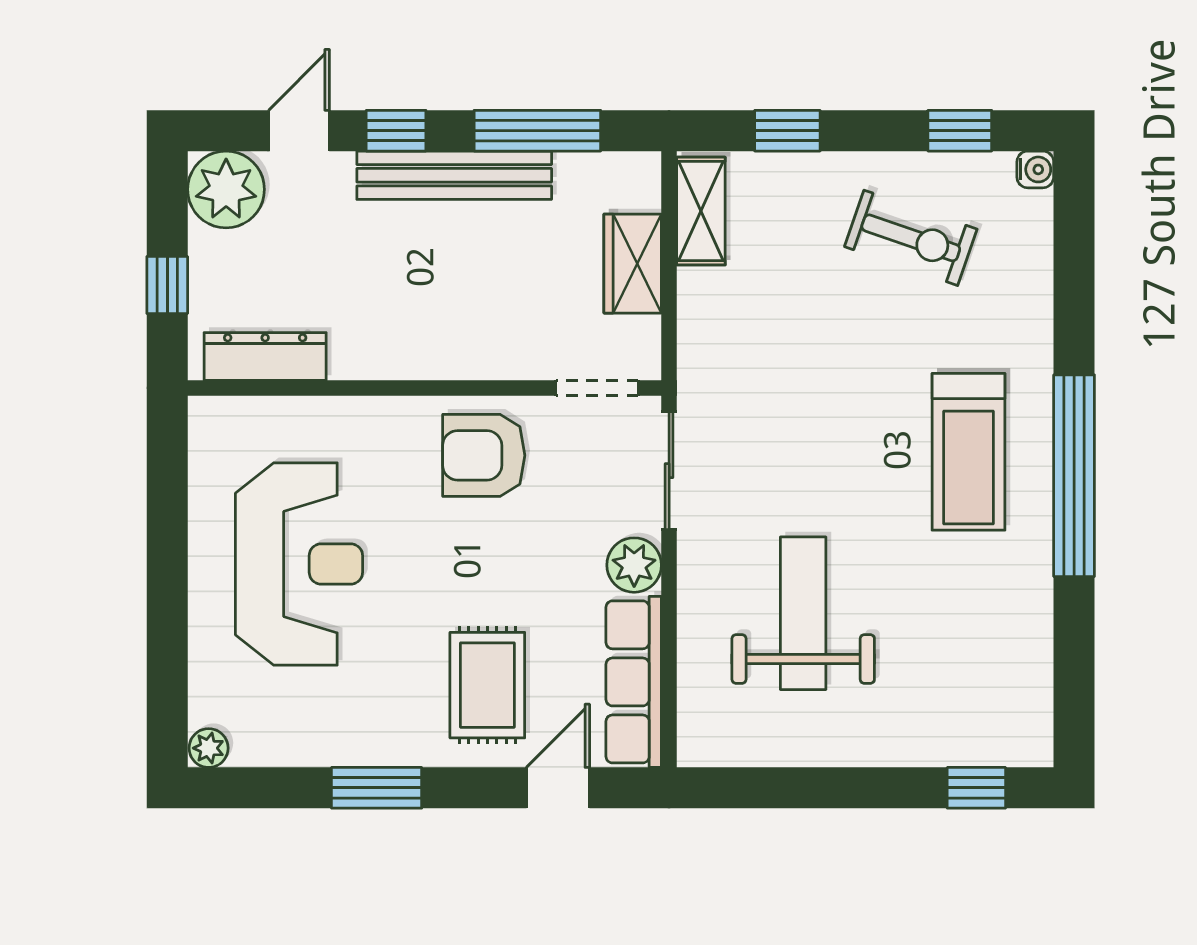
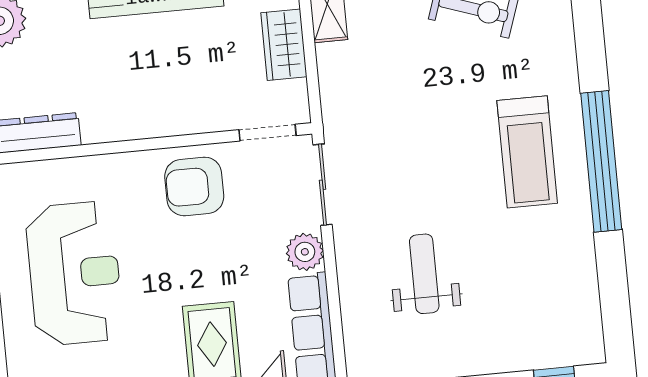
weight bench: (803, 613) -> (424, 274), width x0.73, depth x0.75

